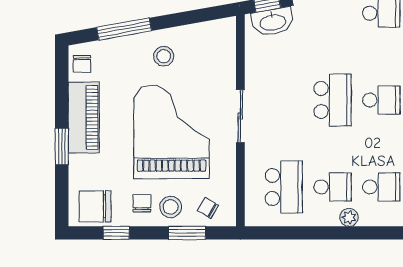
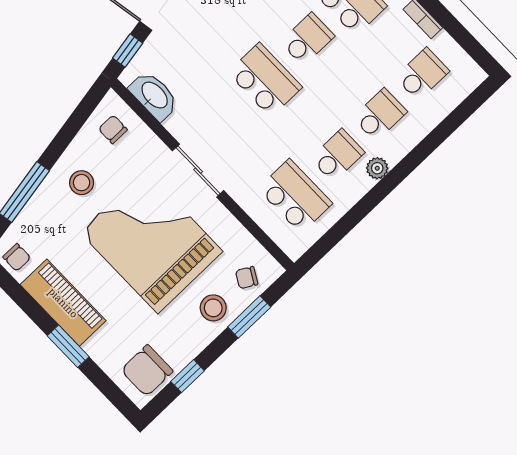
washbasin: (273, 22) -> (154, 96), moved, turned -80
chair: (142, 203) -> (113, 129), moved

